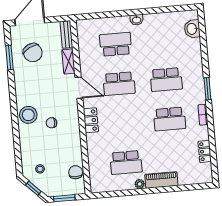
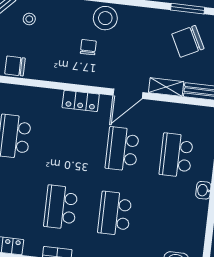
school desk: (116, 44) -> (176, 155), turned 180
chair: (76, 172) -> (15, 66), turned 180

